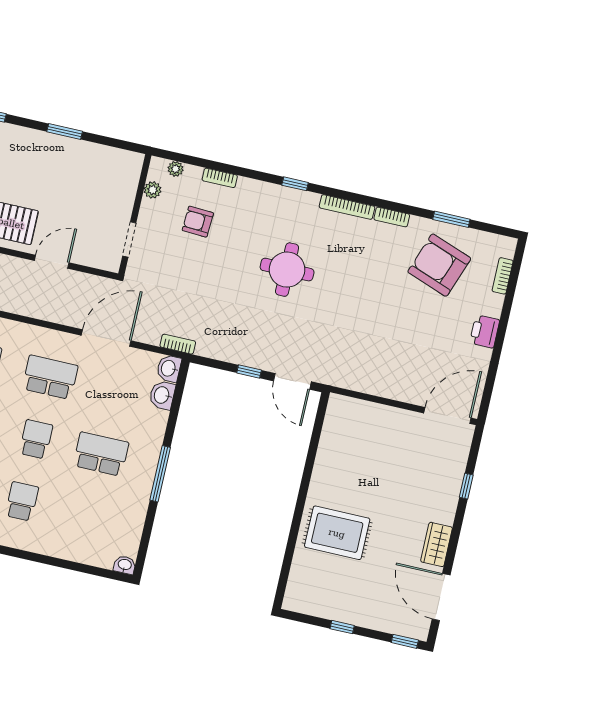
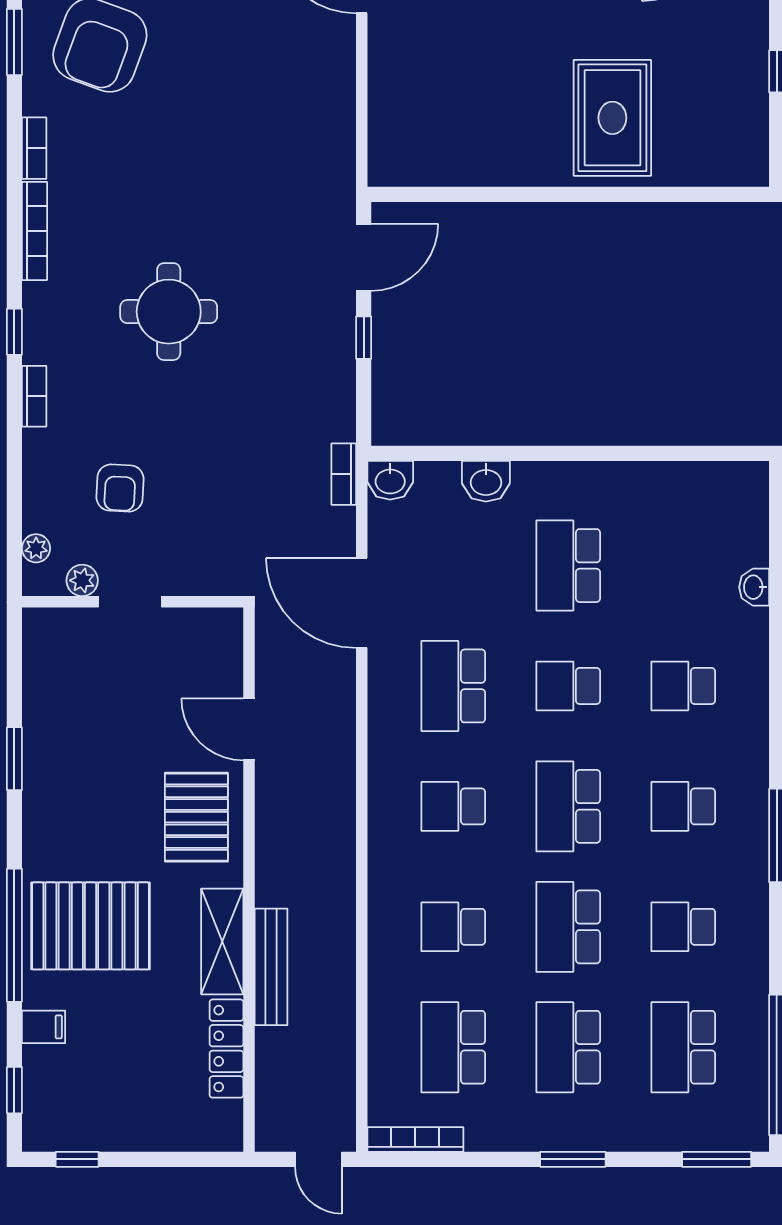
bookcase: (220, 178) -> (34, 396), moved
doorway: (129, 239) -> (130, 602), moved
washbasin: (162, 395) -> (486, 481), moved
window: (160, 474) -> (579, 453), removed
washbasin: (125, 565) -> (754, 587), moved

